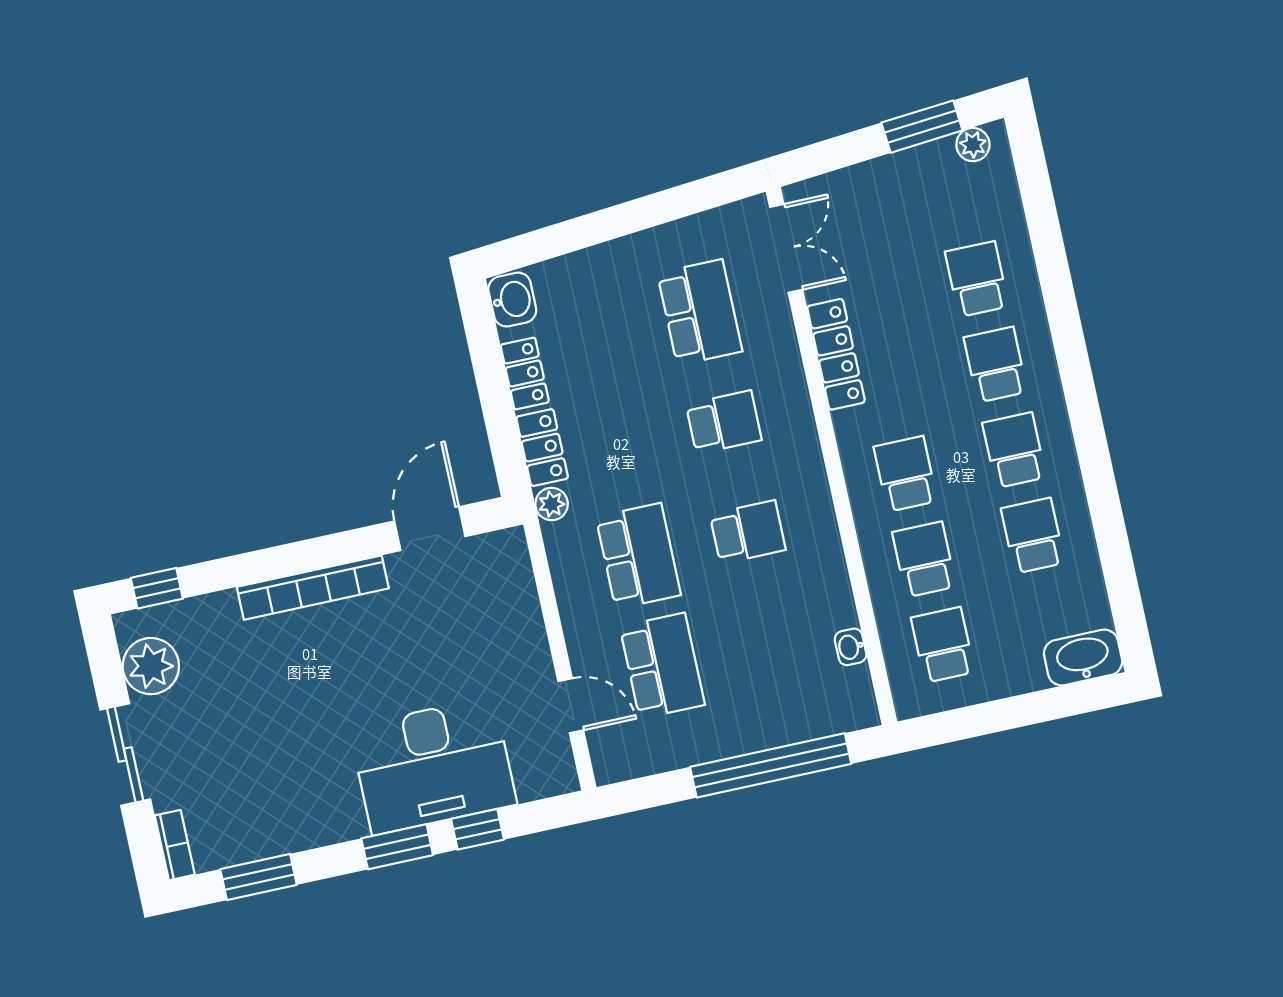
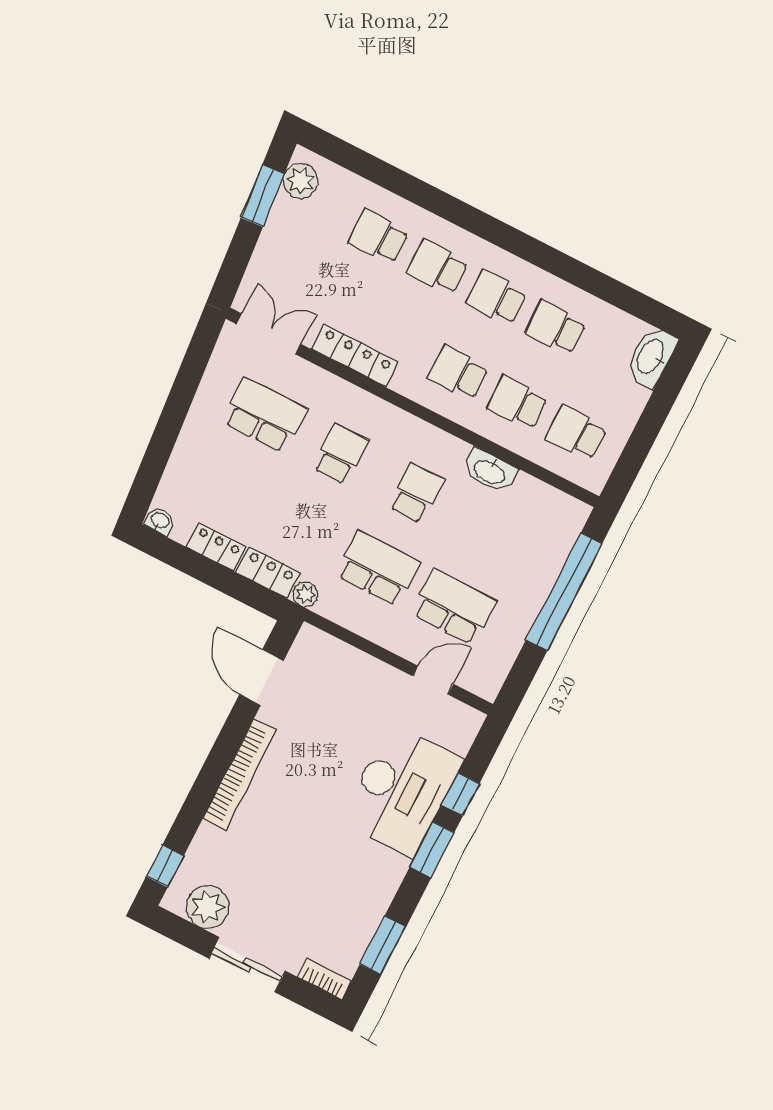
plant: (973, 145) -> (300, 181), width x1.38, depth x1.38
washbasin: (512, 300) -> (160, 521), width x0.72, depth x0.69
washbasin: (851, 647) -> (490, 471), moved, width x1.91, depth x1.45

